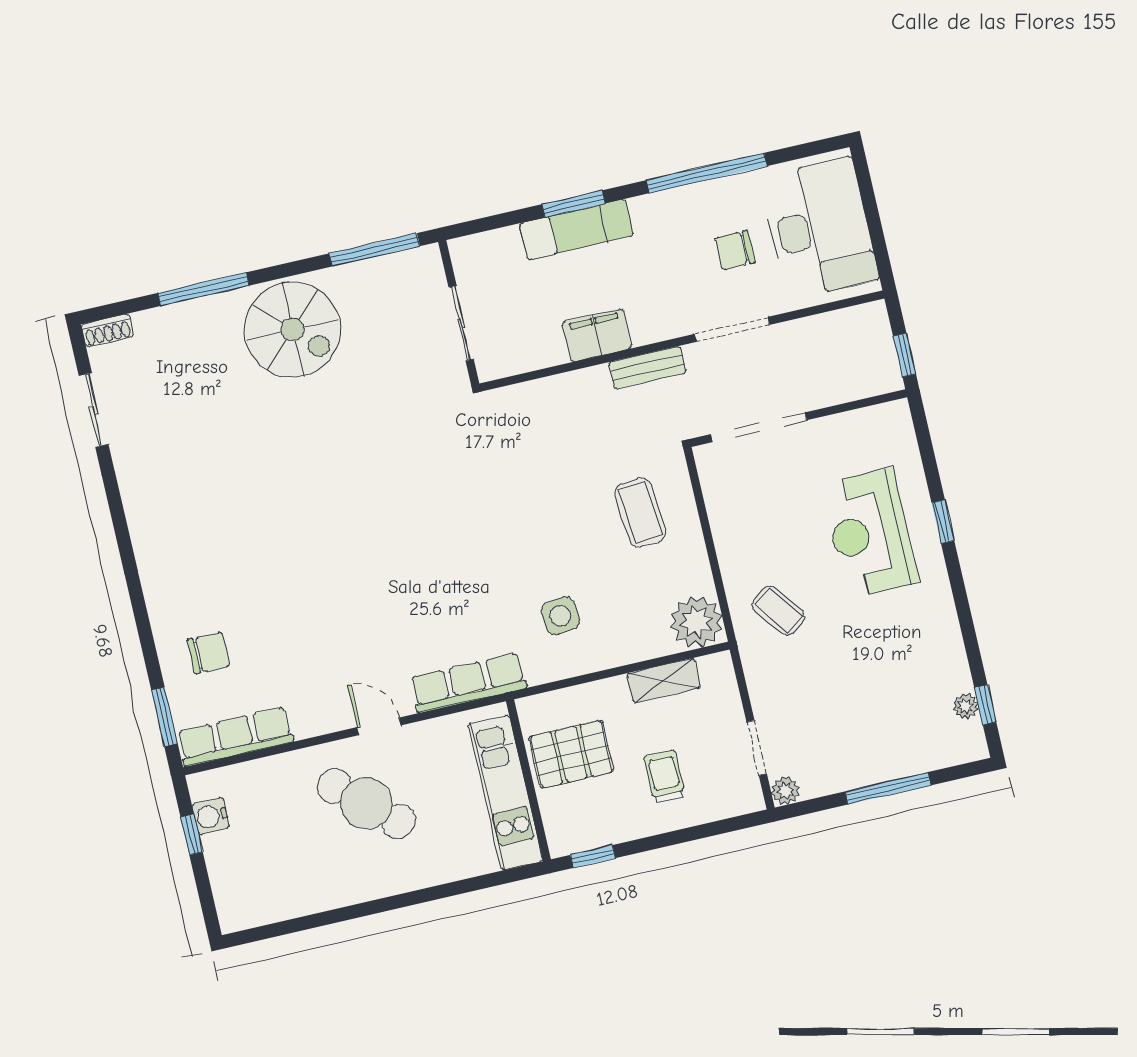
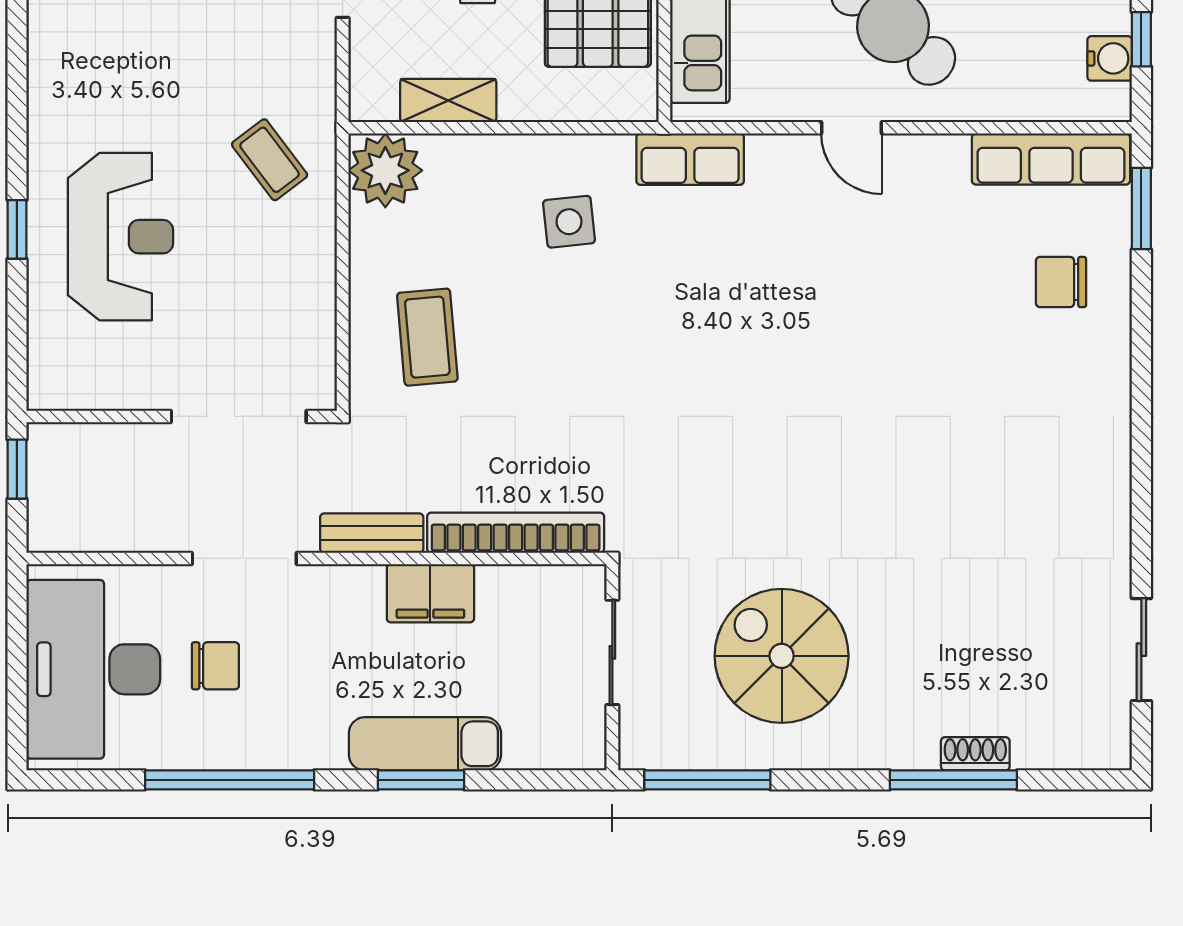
spiral stairs: (293, 329) -> (782, 656), moved
shoe rack: (107, 331) -> (975, 754), moved
bookcase: (548, 391) -> (516, 533), added
row of seats: (468, 683) -> (690, 159), width x0.68

